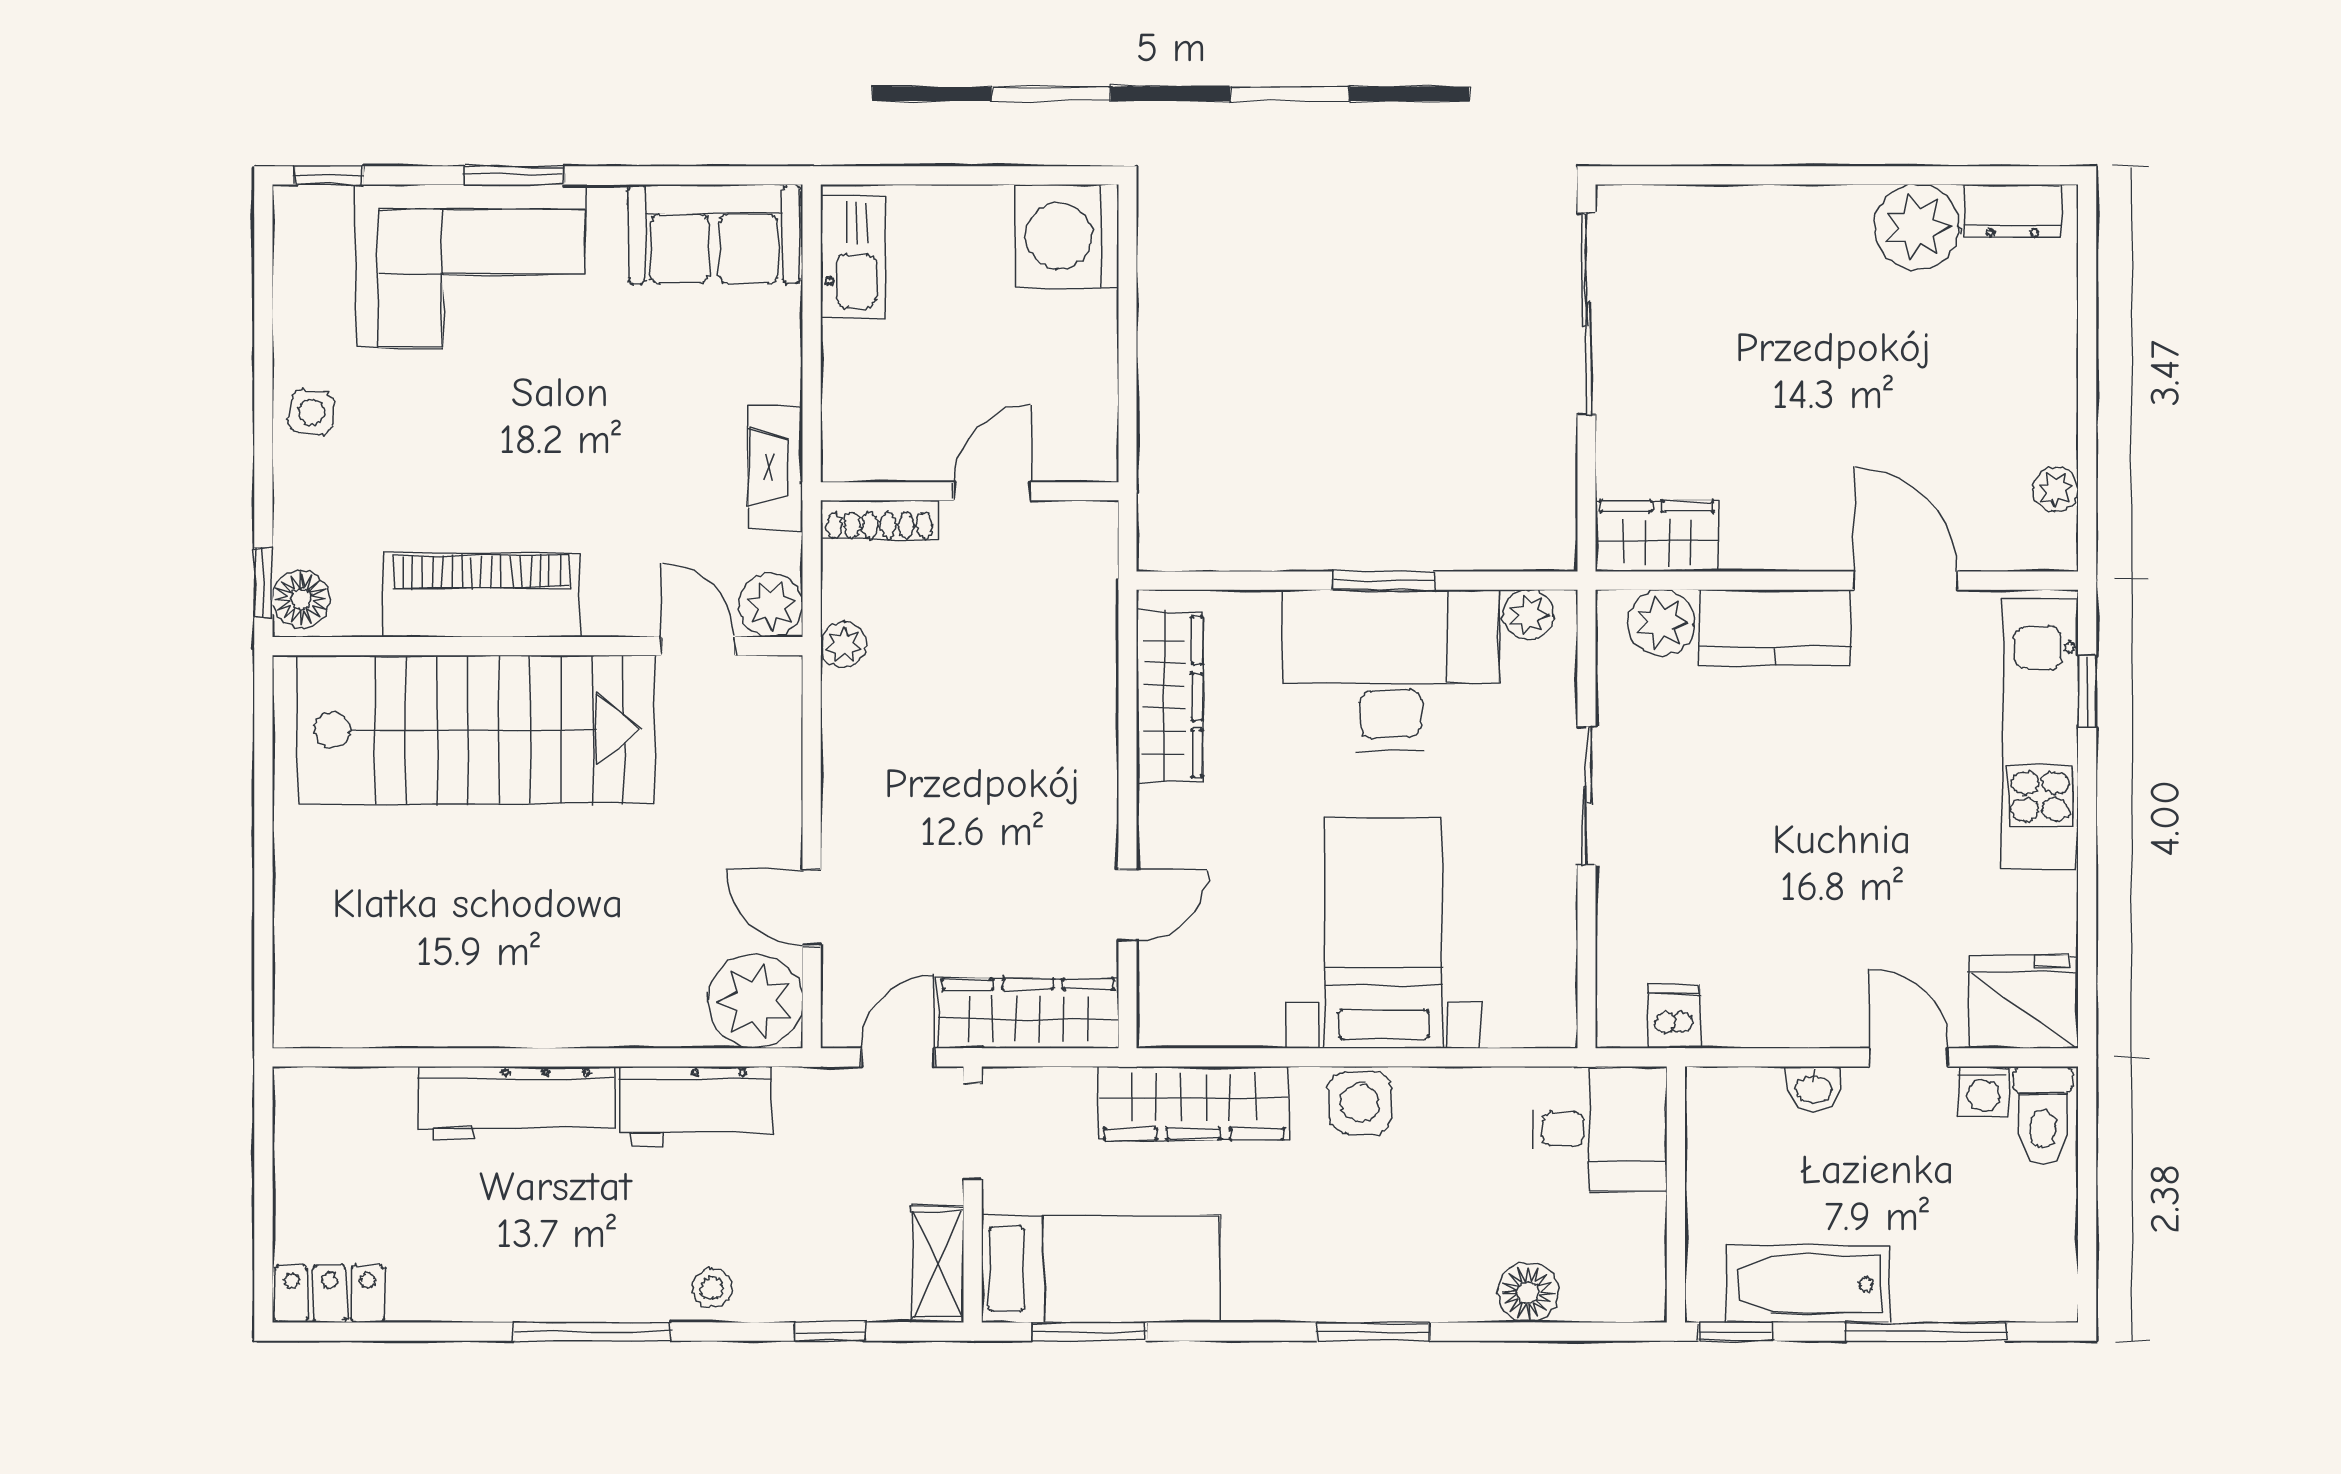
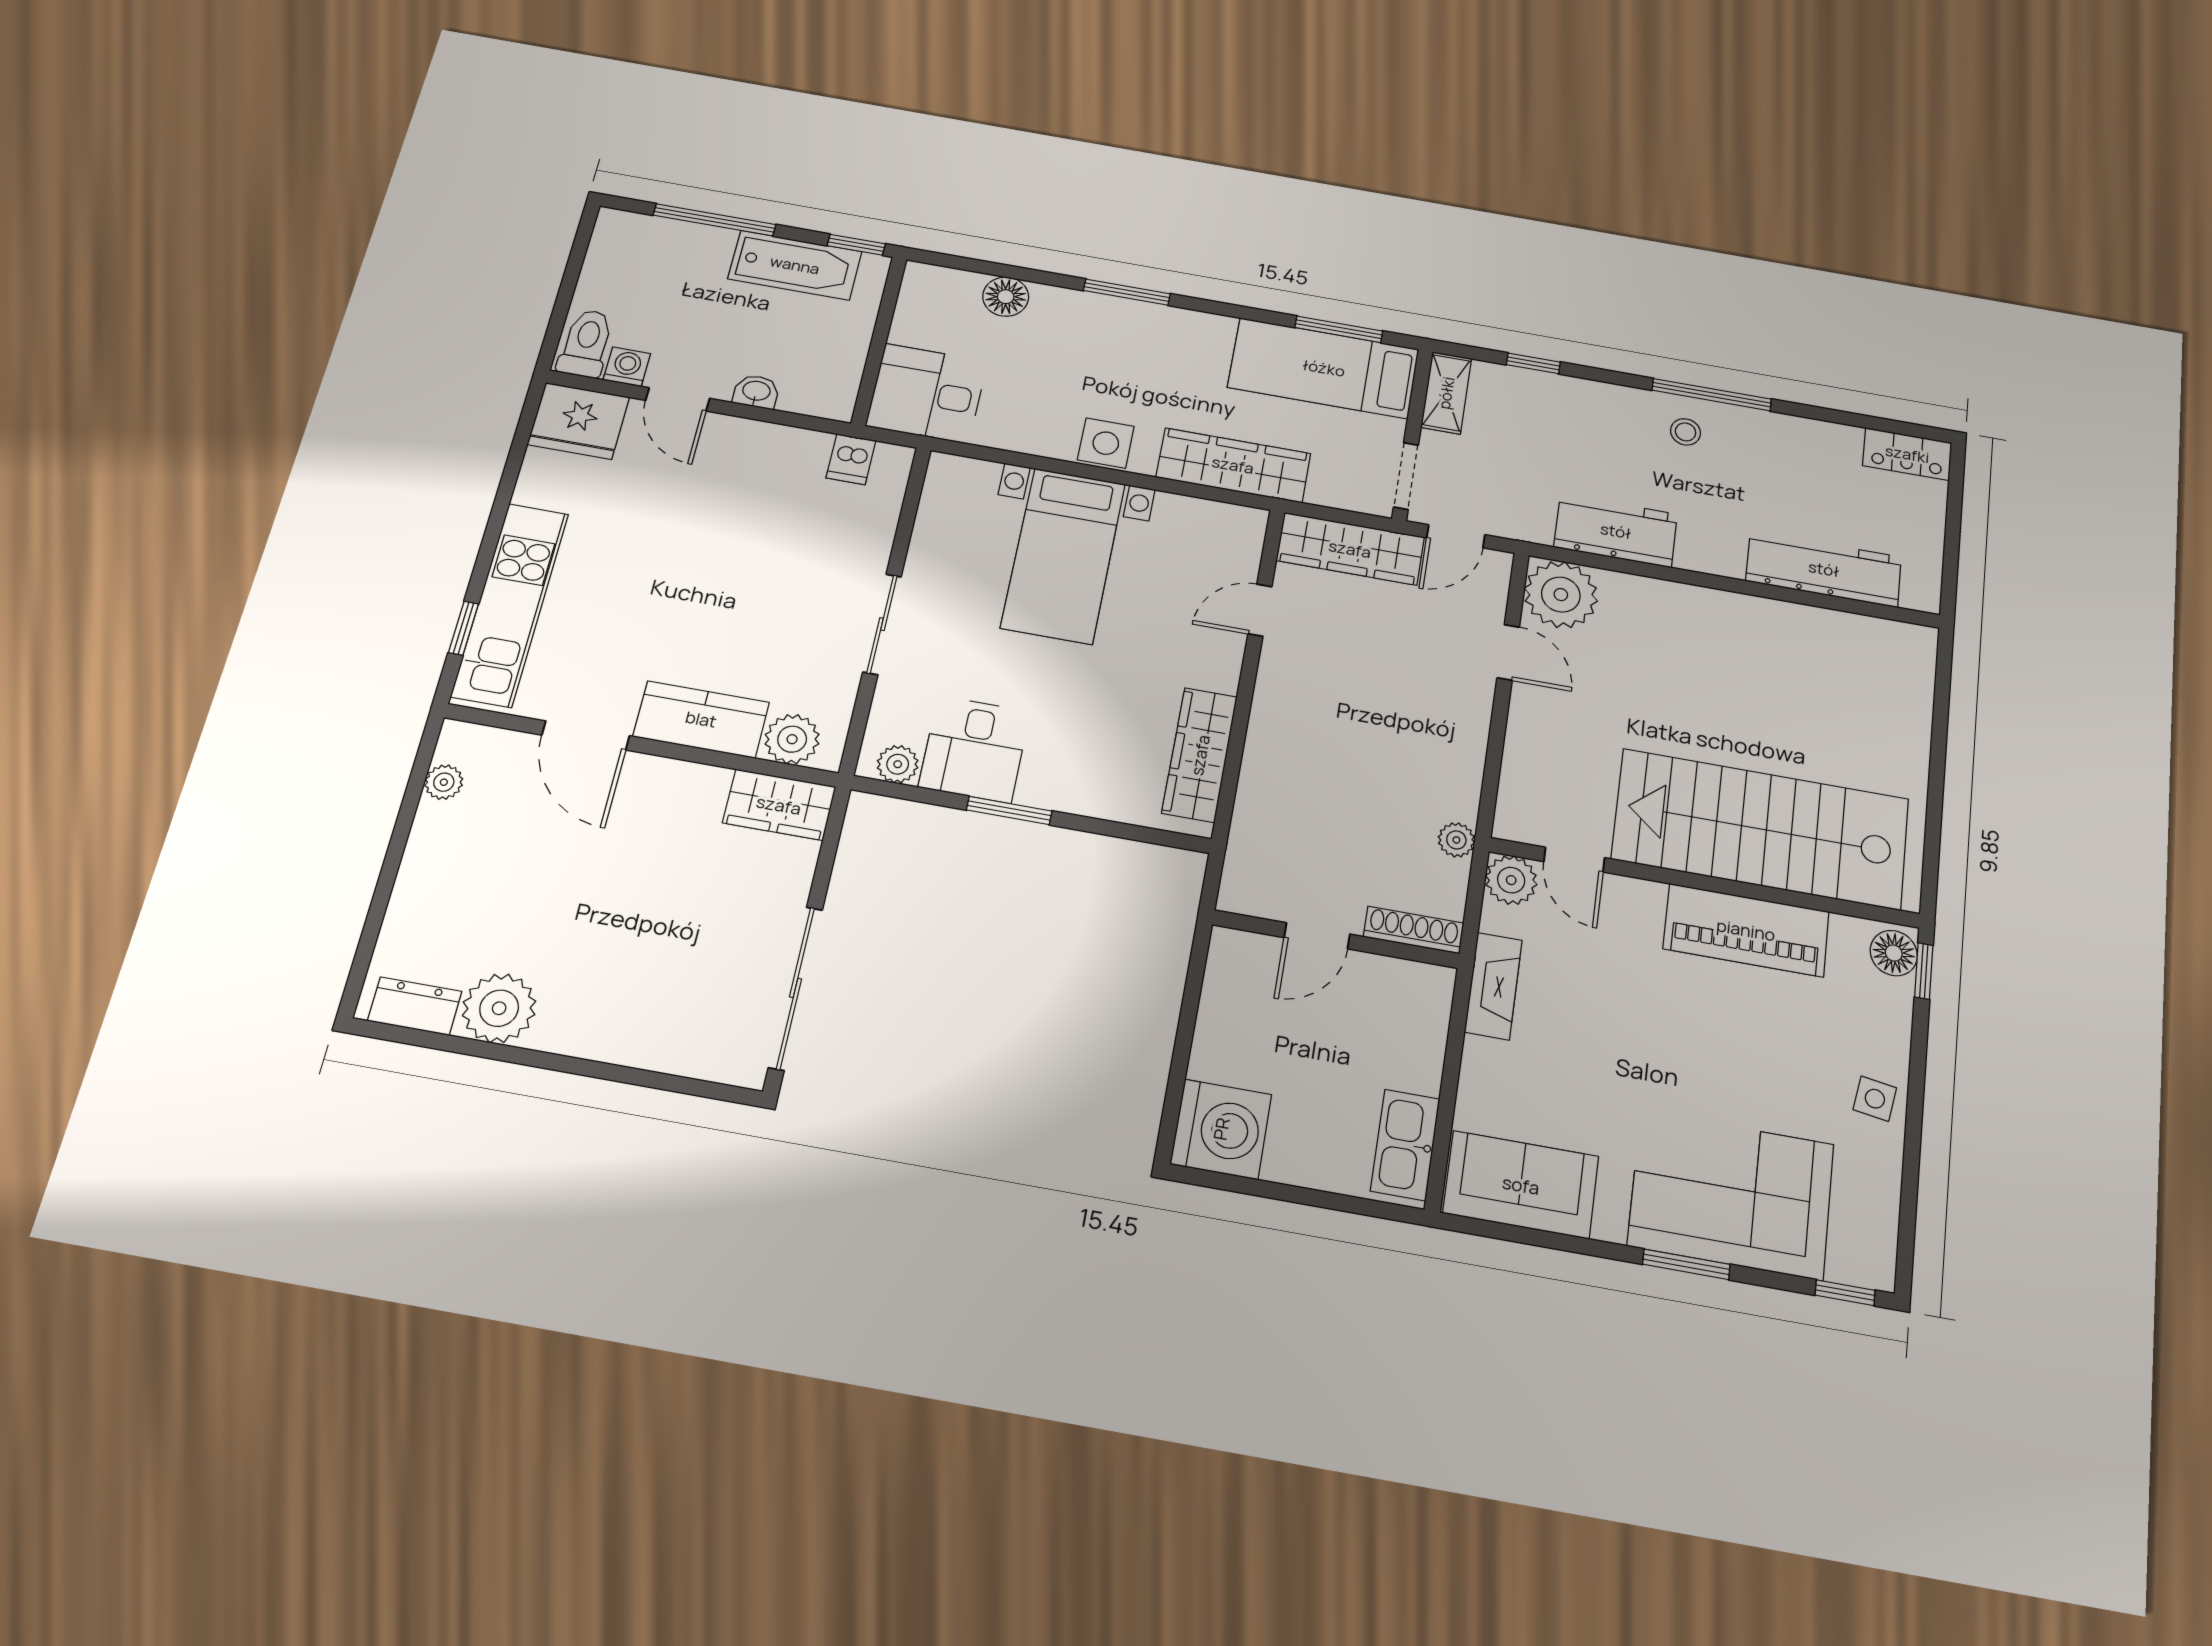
desk: (1391, 670) -> (974, 749), width x0.53, depth x0.77
workbench: (517, 1103) -> (1824, 569), moved
stool: (712, 1288) -> (1686, 432), moved

